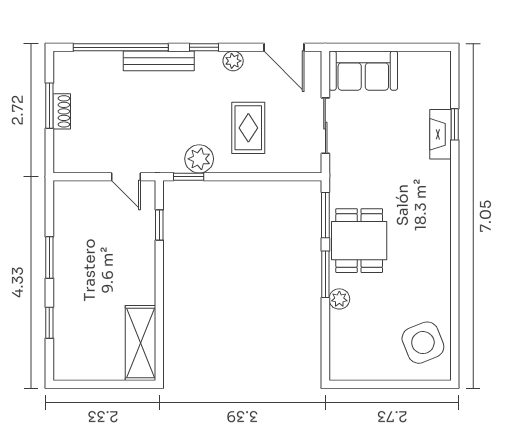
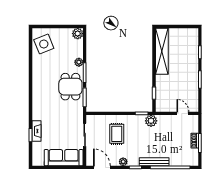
sofa: (363, 71) -> (64, 158), width x1.36
plant: (199, 159) -> (151, 121), moved
door: (126, 177) -> (183, 113), moved
shelving: (141, 343) -> (162, 51), width x1.47
plant: (342, 368) -> (78, 34), added

